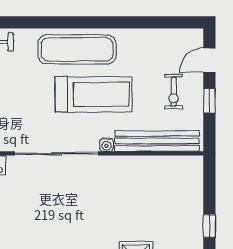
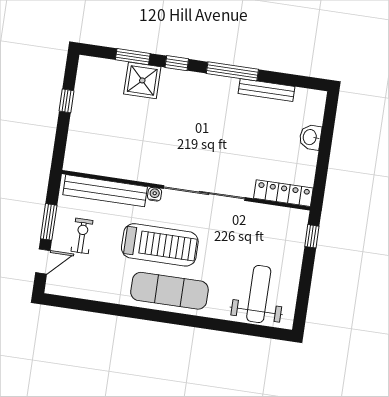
treadmill: (94, 94) -> (160, 245), turned 180
window: (209, 101) -> (49, 222), width x1.50

